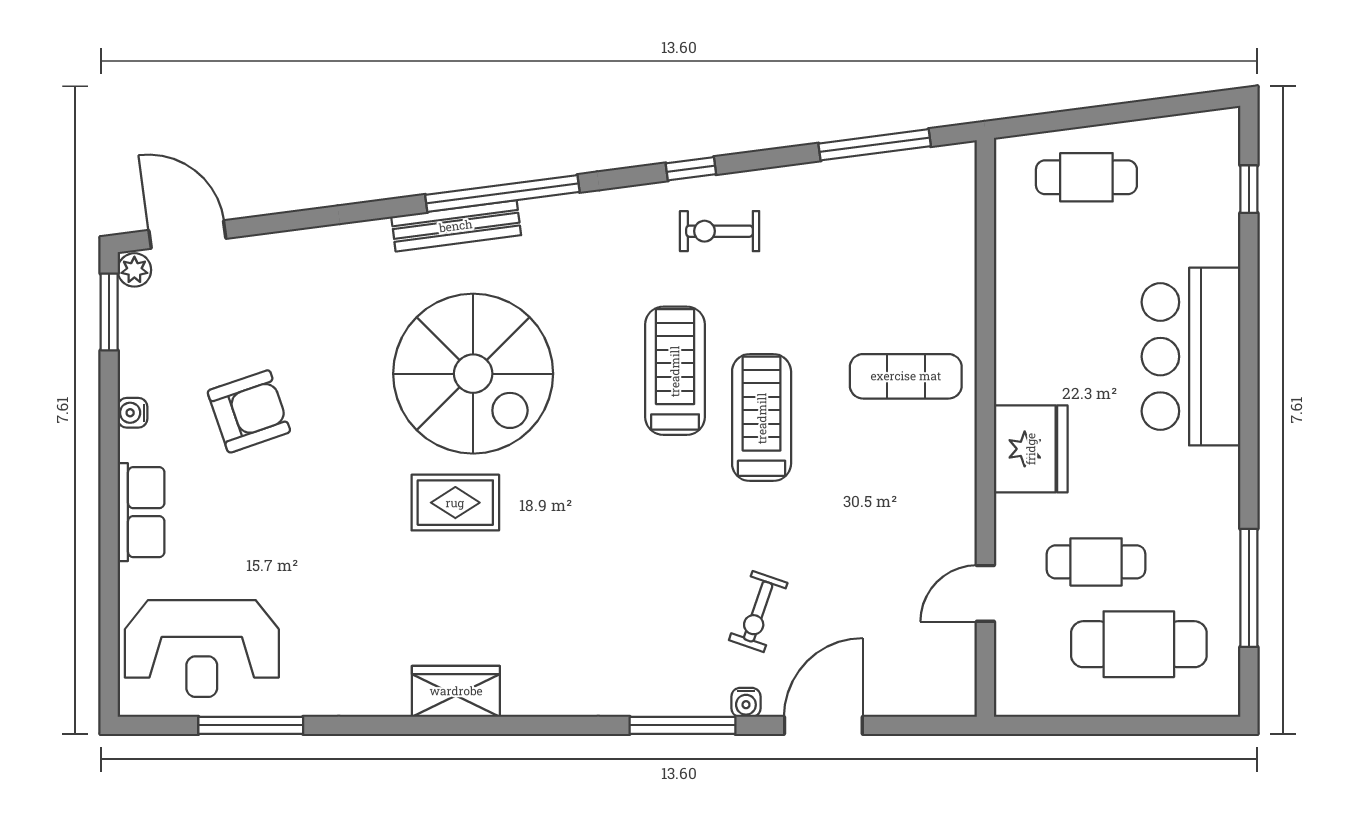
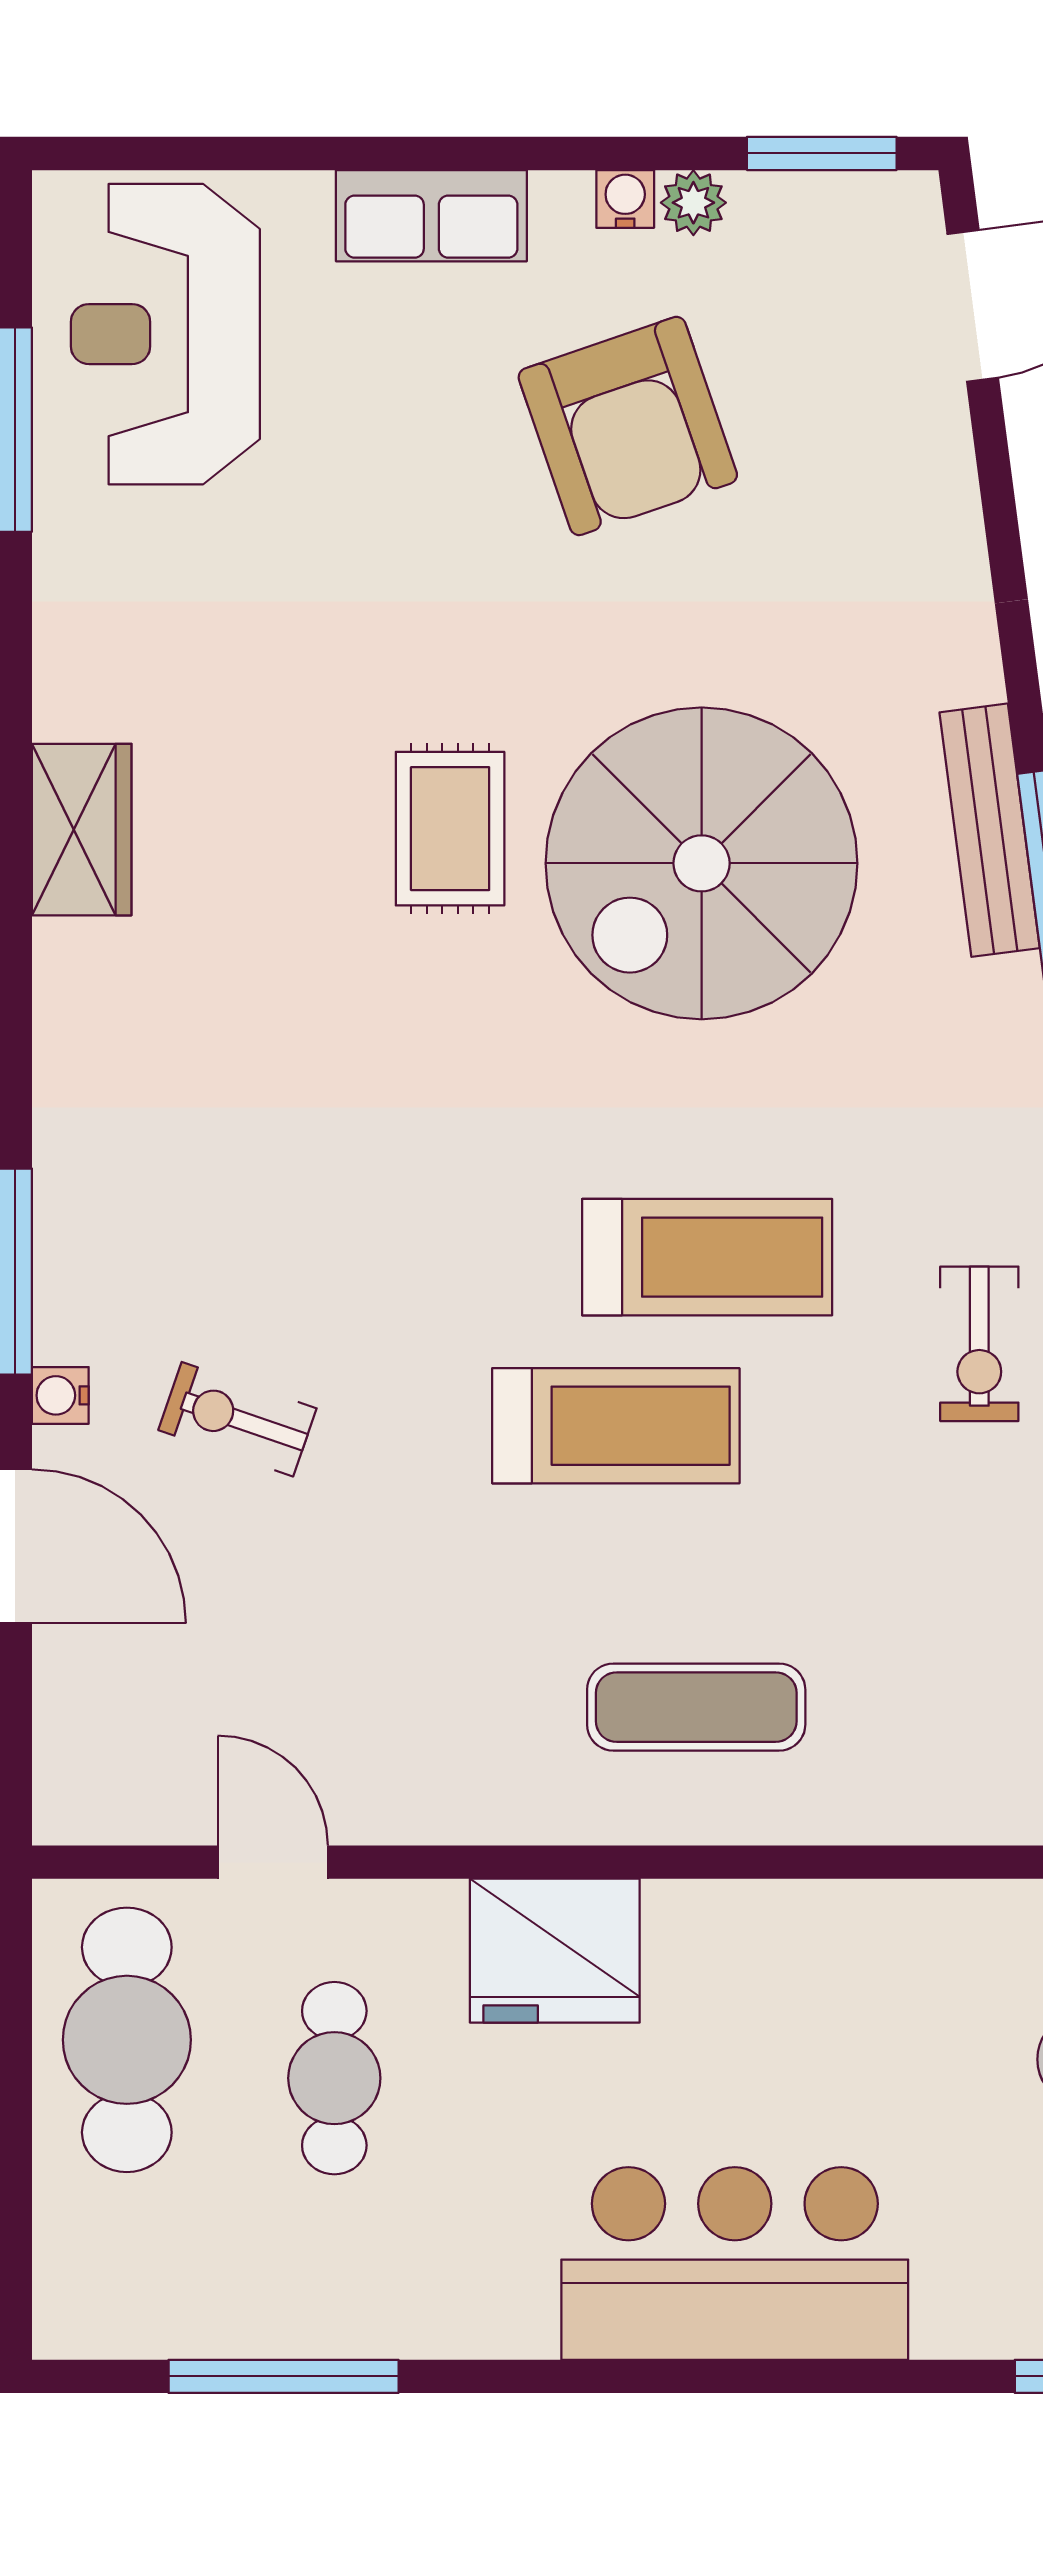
exercise bike: (720, 231) -> (979, 1344), turned 180
plant: (134, 270) -> (693, 203), moved
exercise mat: (906, 376) -> (696, 1707), turned 90
armchair: (249, 411) -> (628, 426), width x1.36, depth x1.36
cafe table: (1139, 644) -> (127, 2040), moved

